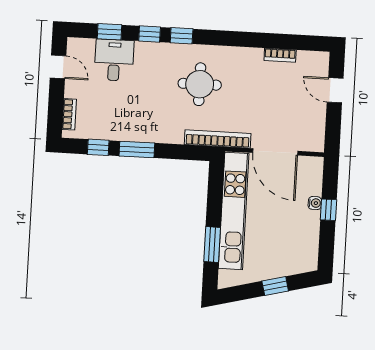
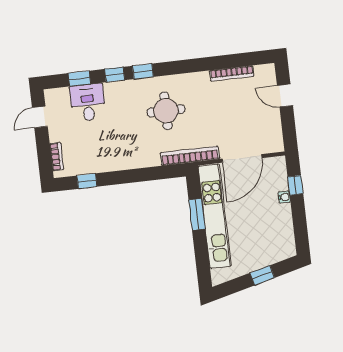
bookcase: (280, 55) -> (232, 73), width x1.56
door: (58, 67) -> (40, 117), swing flipped
window: (137, 150) -> (121, 177), removed
door: (275, 152) -> (242, 158), hinge flipped
window: (328, 210) -> (295, 185), moved
window: (212, 245) -> (197, 214), moved

